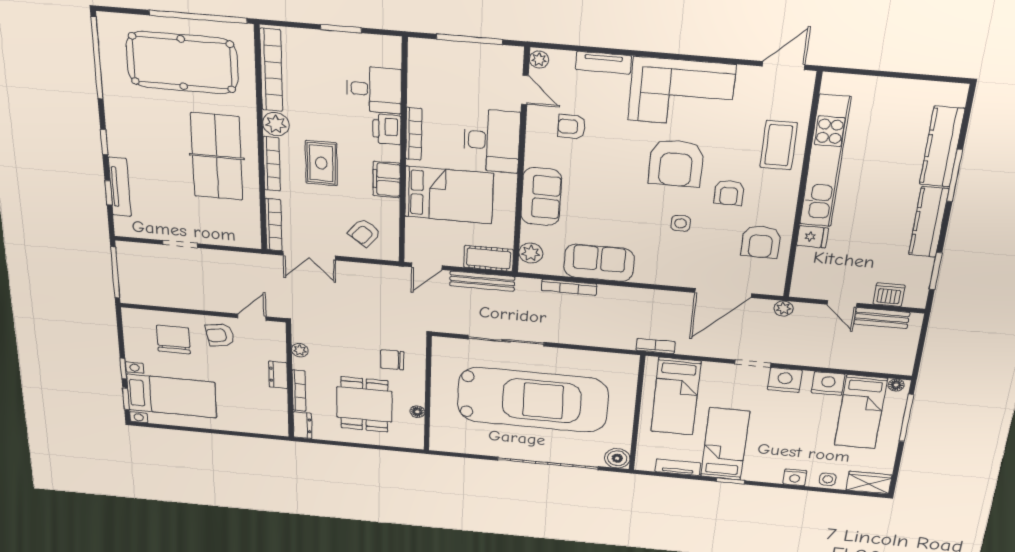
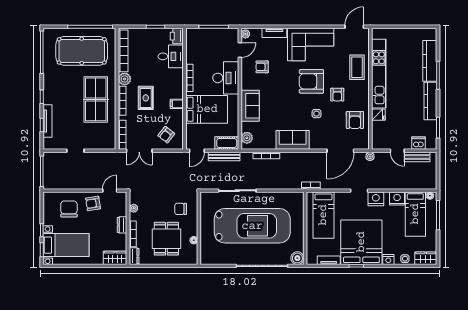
door: (525, 90) -> (240, 50), hinge flipped
printer: (387, 129) -> (177, 36), moved
armchair: (676, 163) -> (311, 81), turned 90
filing cabinet: (387, 180) -> (177, 104), width x0.50
sofa: (599, 263) -> (293, 140), moved
wardrobe: (266, 424) -> (115, 258), added
bed: (725, 444) -> (361, 242), width x2.04

